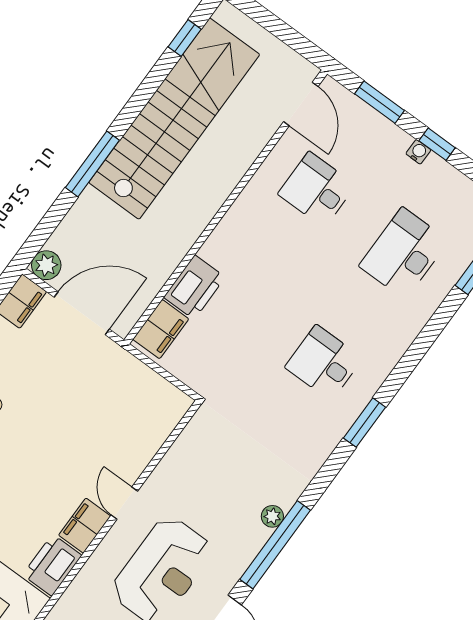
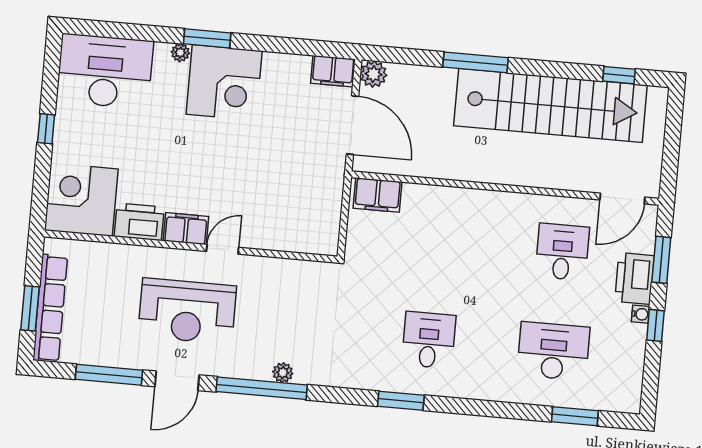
printer: (194, 287) -> (635, 278), moved, turned 90

